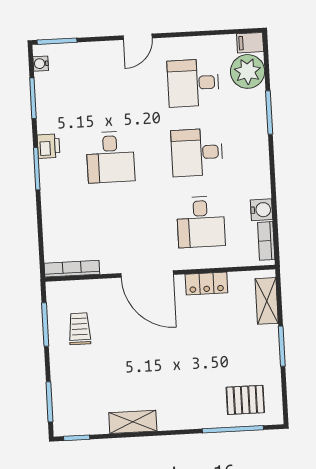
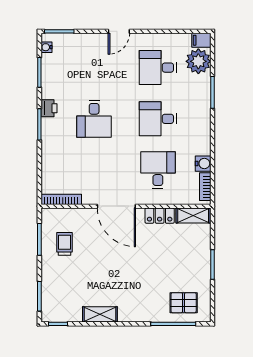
desk: (201, 222) -> (158, 170), turned 180
shelving: (267, 301) -> (193, 215), moved, turned 90

